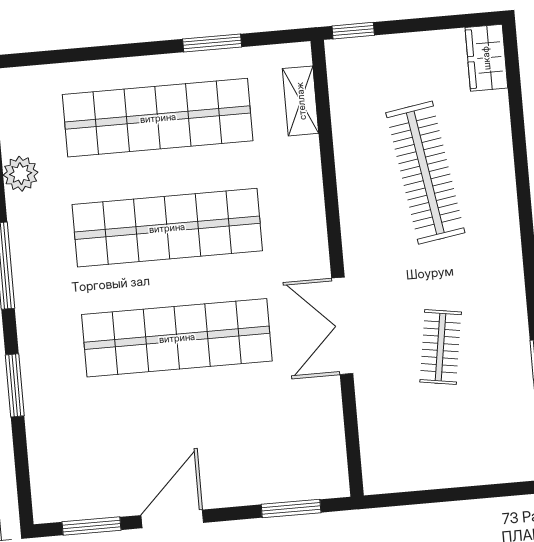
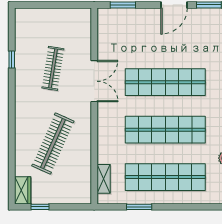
window: (353, 31) -> (40, 207), moved
clothes rail: (425, 173) -> (53, 143), turned 33
clothes rail: (441, 347) -> (53, 68), width x1.36

